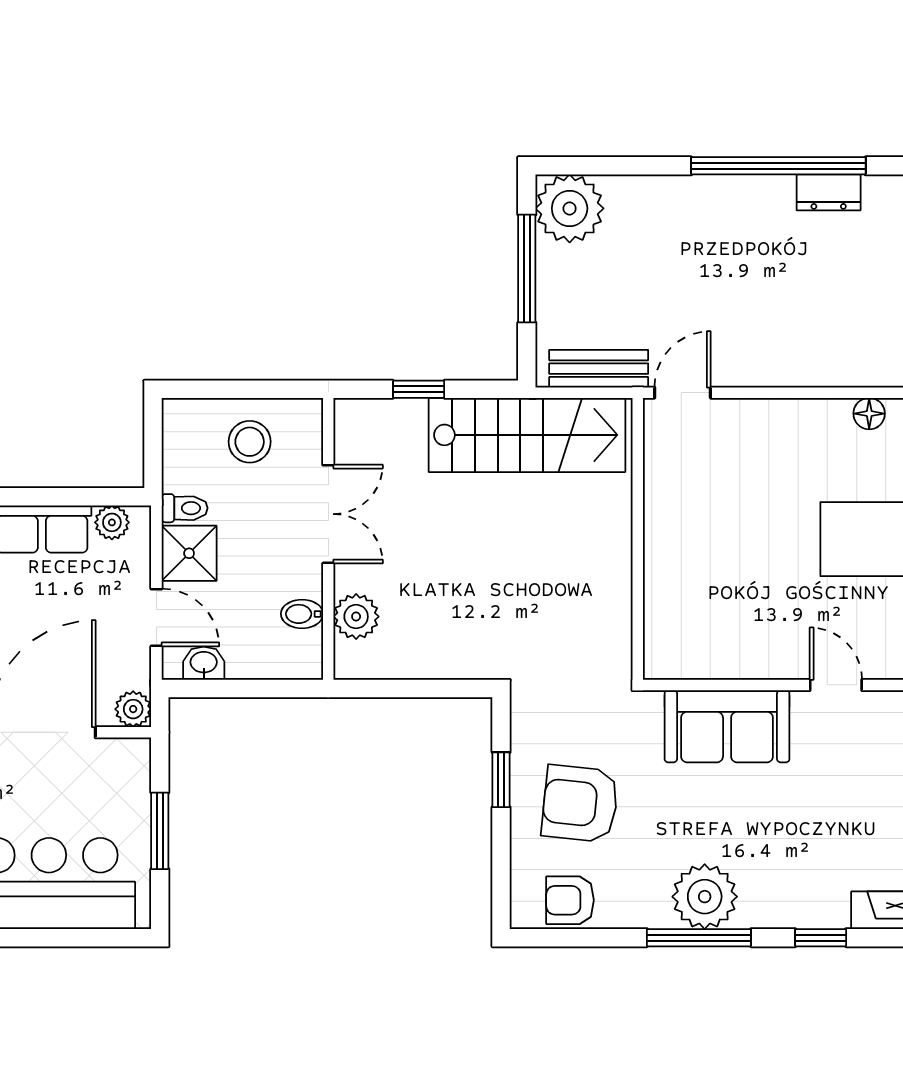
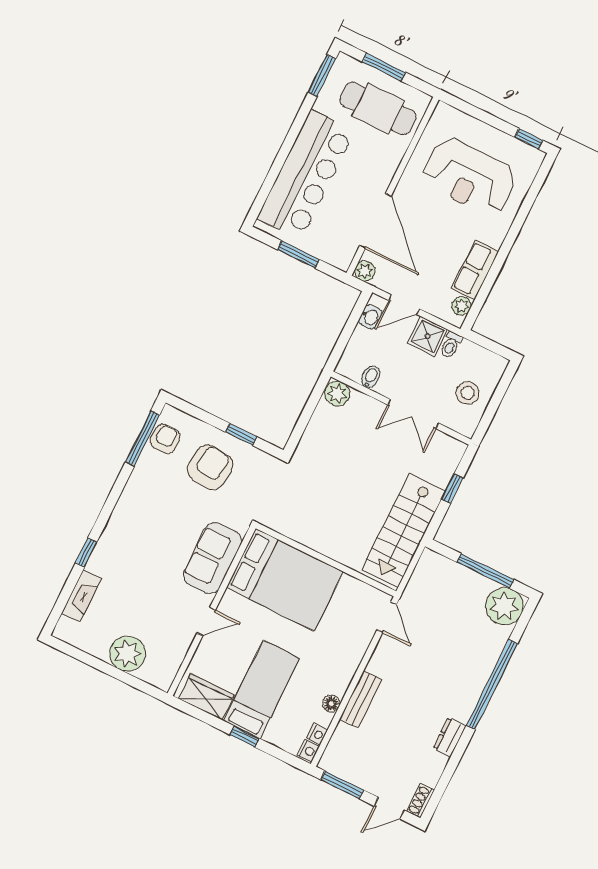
window: (778, 166) -> (492, 684), moved
bench: (599, 369) -> (361, 699), moved
bed: (704, 590) -> (285, 580), added
plant: (356, 617) -> (337, 393), moved
plant: (705, 897) -> (134, 506), removed
window: (699, 938) -> (143, 438), moved

